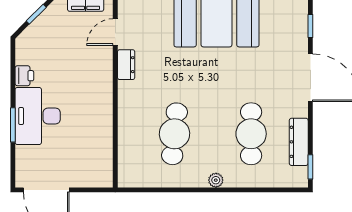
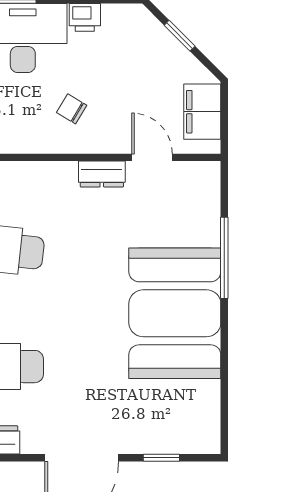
chair: (84, 84) -> (72, 109), added

